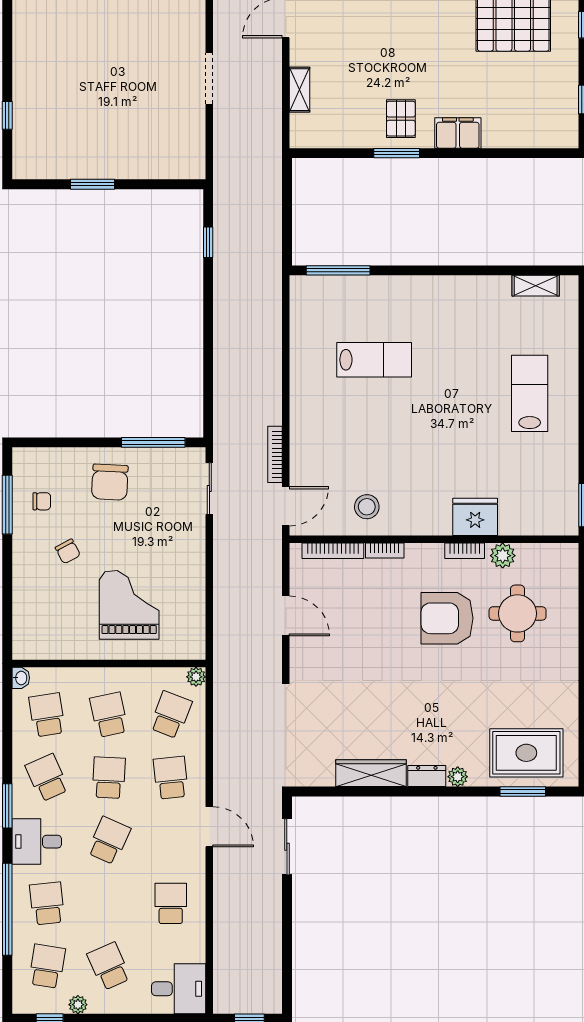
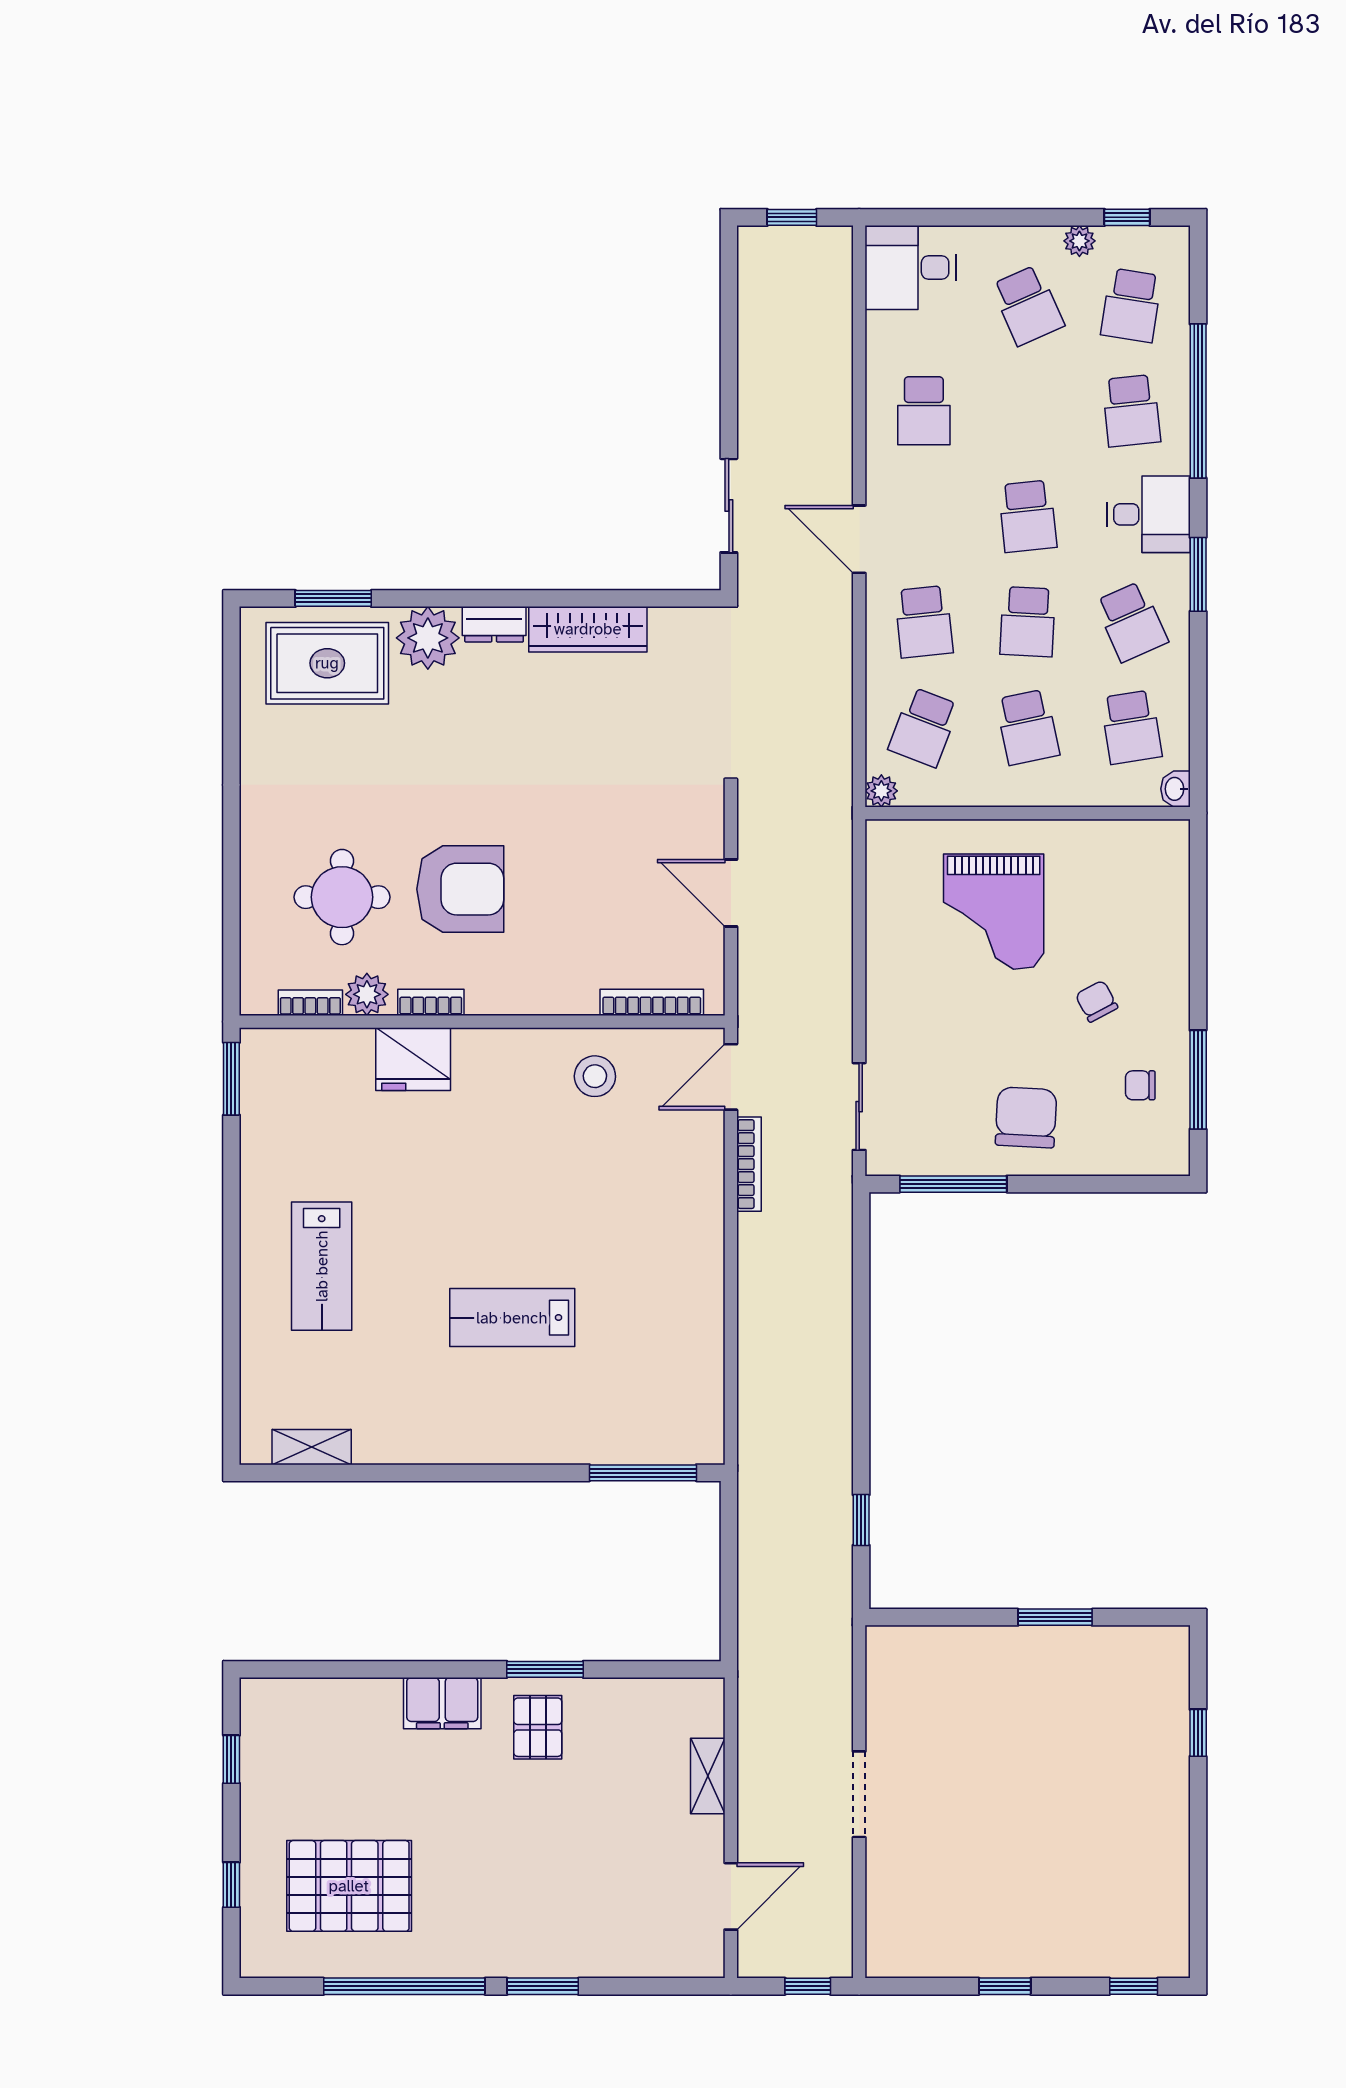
lab bench: (374, 360) -> (512, 1318), moved
bookcase: (385, 550) -> (310, 1003), moved
plant: (458, 777) -> (428, 638), width x1.88, depth x1.88
school desk: (109, 840) -> (1028, 516), turned -30

